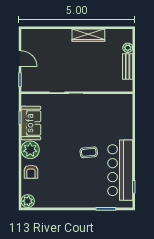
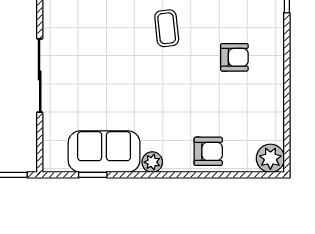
plant: (30, 150) -> (152, 162), width x0.53, depth x0.53
armchair: (75, 184) -> (234, 57), added

